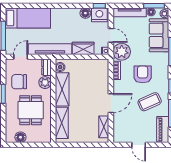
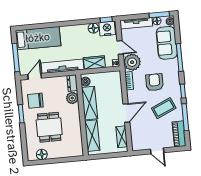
dresser: (46, 67) -> (72, 83), moved
boiler: (60, 67) -> (85, 82), moved
plant: (45, 83) -> (72, 98), moved
shelving: (62, 89) -> (89, 103), moved
wall: (53, 101) -> (82, 115), moved
shelving: (62, 123) -> (92, 136), moved

